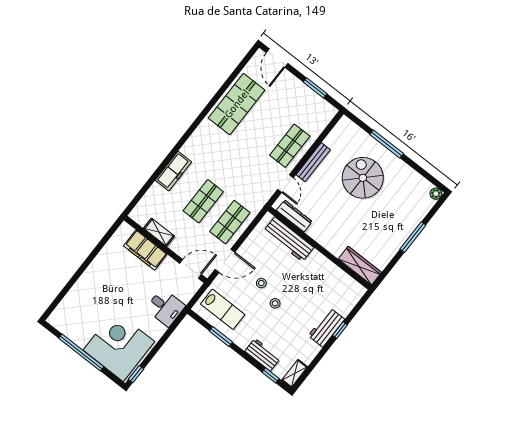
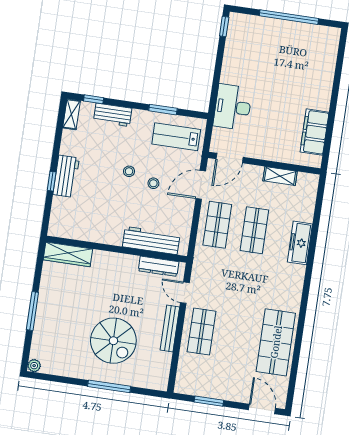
filing cabinet: (145, 250) -> (315, 132), moved, turned -90
desk: (165, 307) -> (233, 107), width x1.37
corner desk: (119, 346) -> (256, 44), removed

